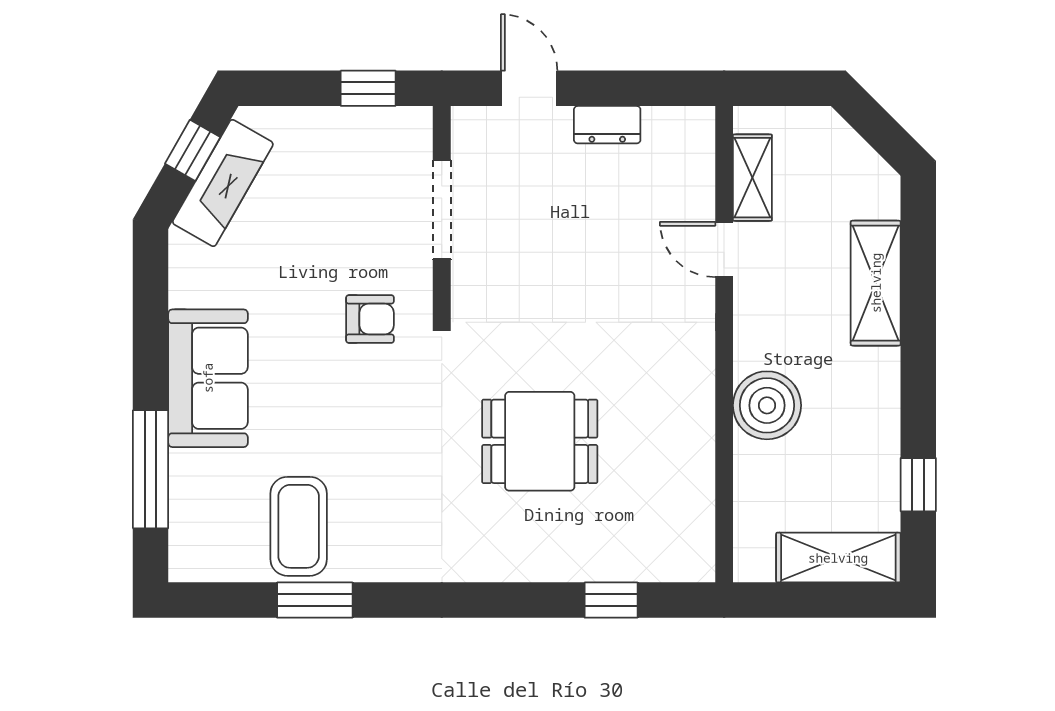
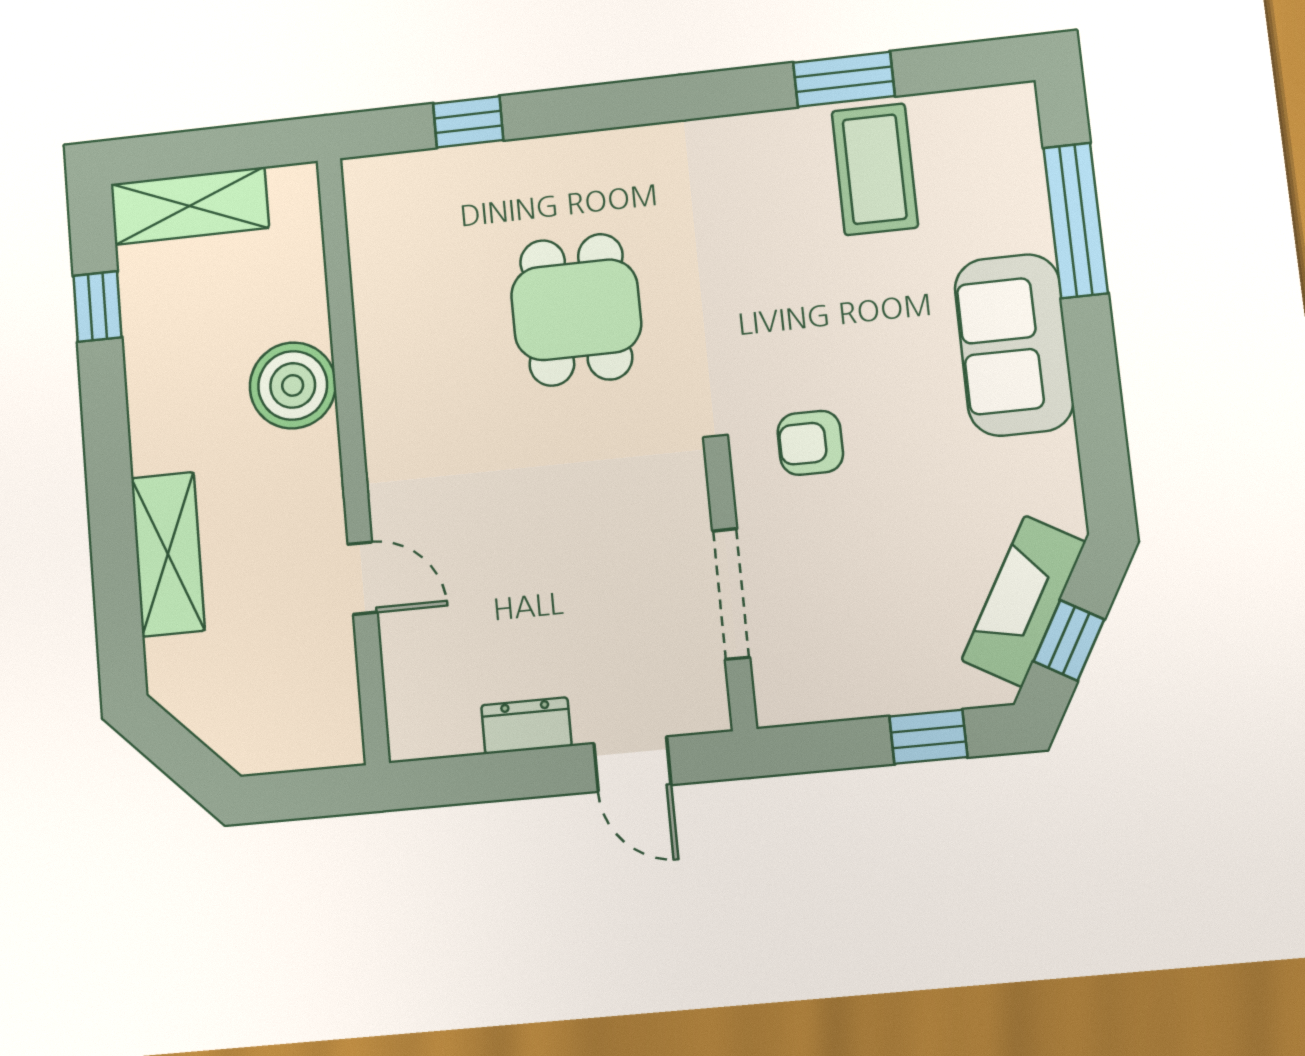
window: (368, 88) -> (928, 737), moved
shelving: (752, 178) -> (334, 674), removed
dining table: (540, 441) -> (576, 310), turned 90

